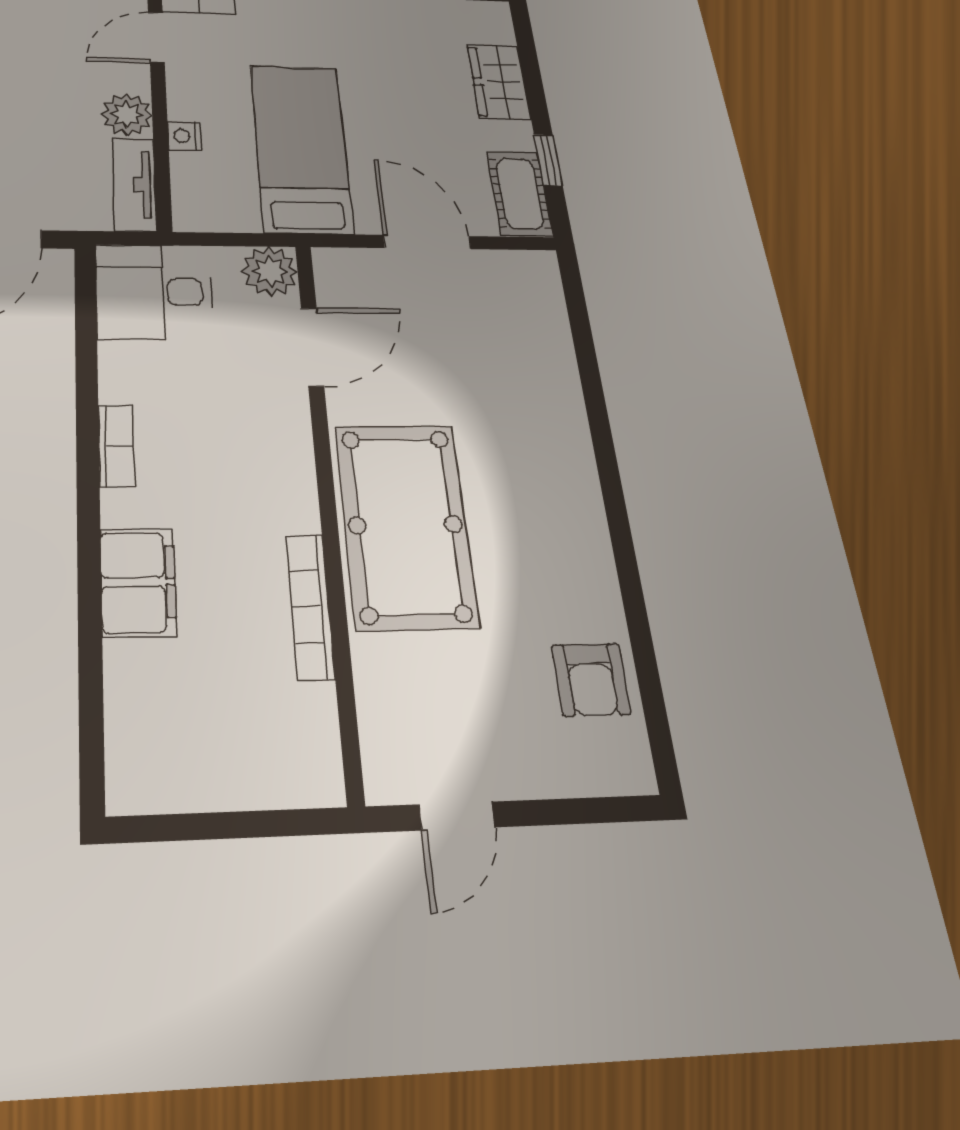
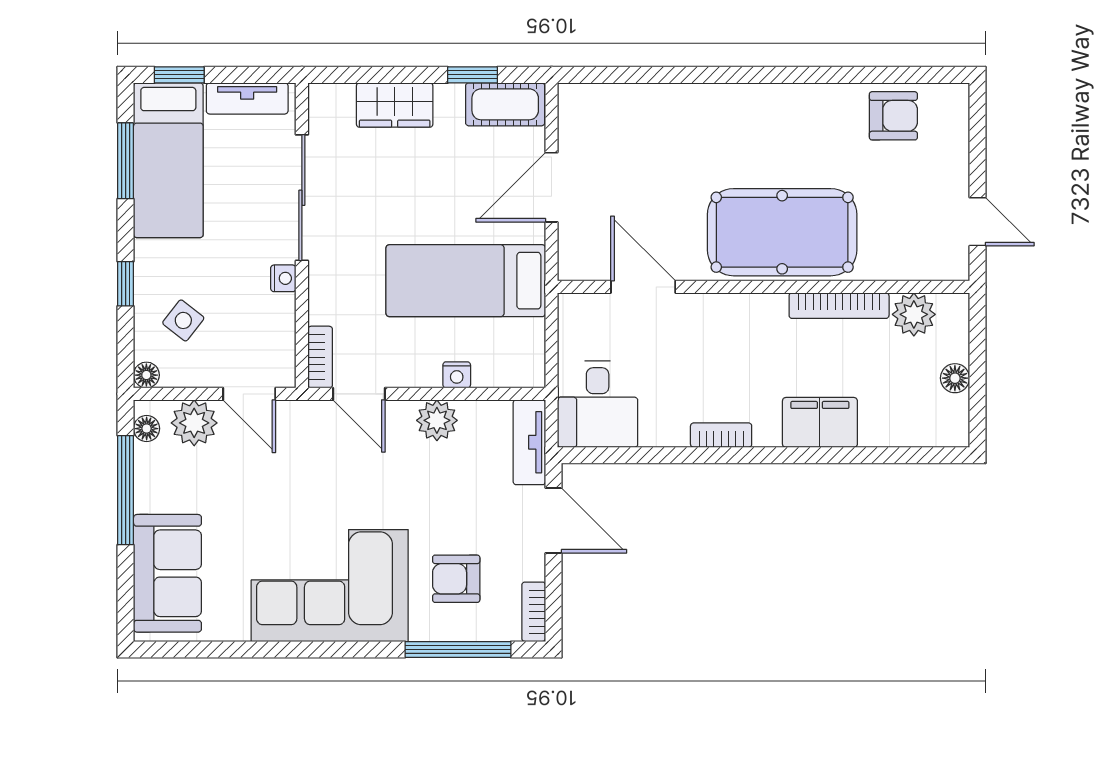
tv unit: (134, 185) -> (529, 442), moved, turned 90
plant: (270, 271) -> (914, 314), moved
floor lamp: (214, 788) -> (955, 378), added

